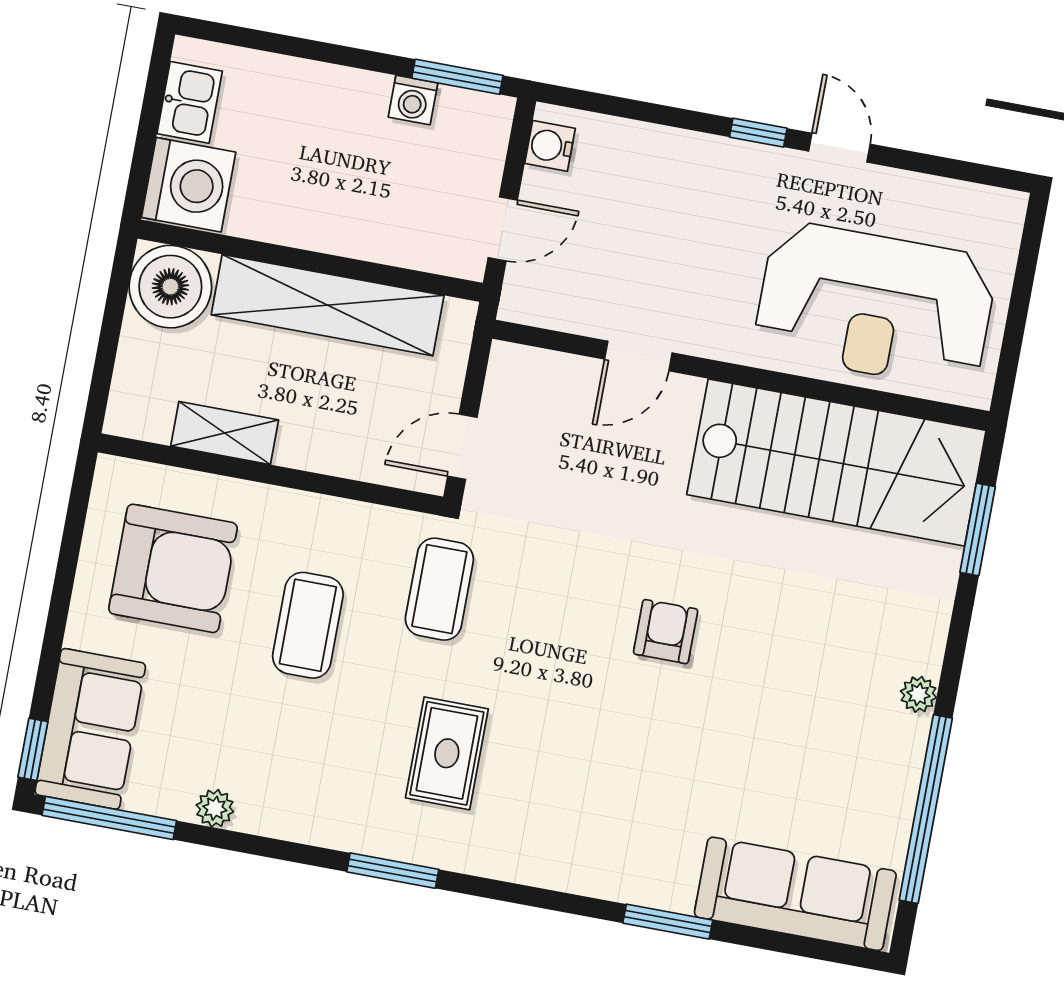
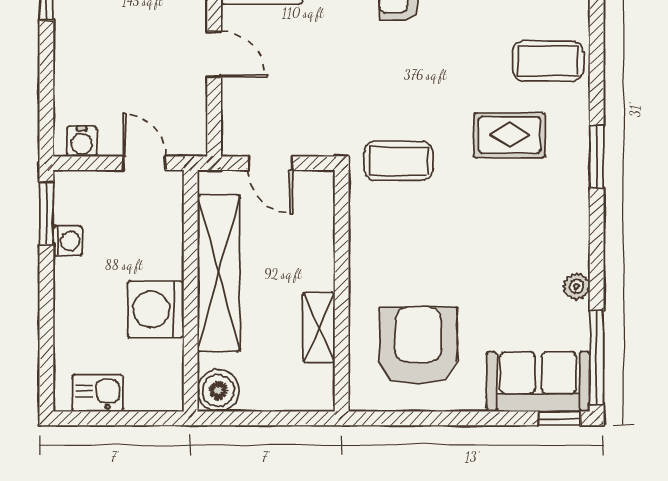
washing machine: (189, 185) -> (156, 309), moved, turned -90
boiler: (170, 287) -> (218, 391), width x0.73, depth x0.73
door: (462, 447) -> (271, 163), moved
coffee table: (308, 625) -> (548, 61), moved

